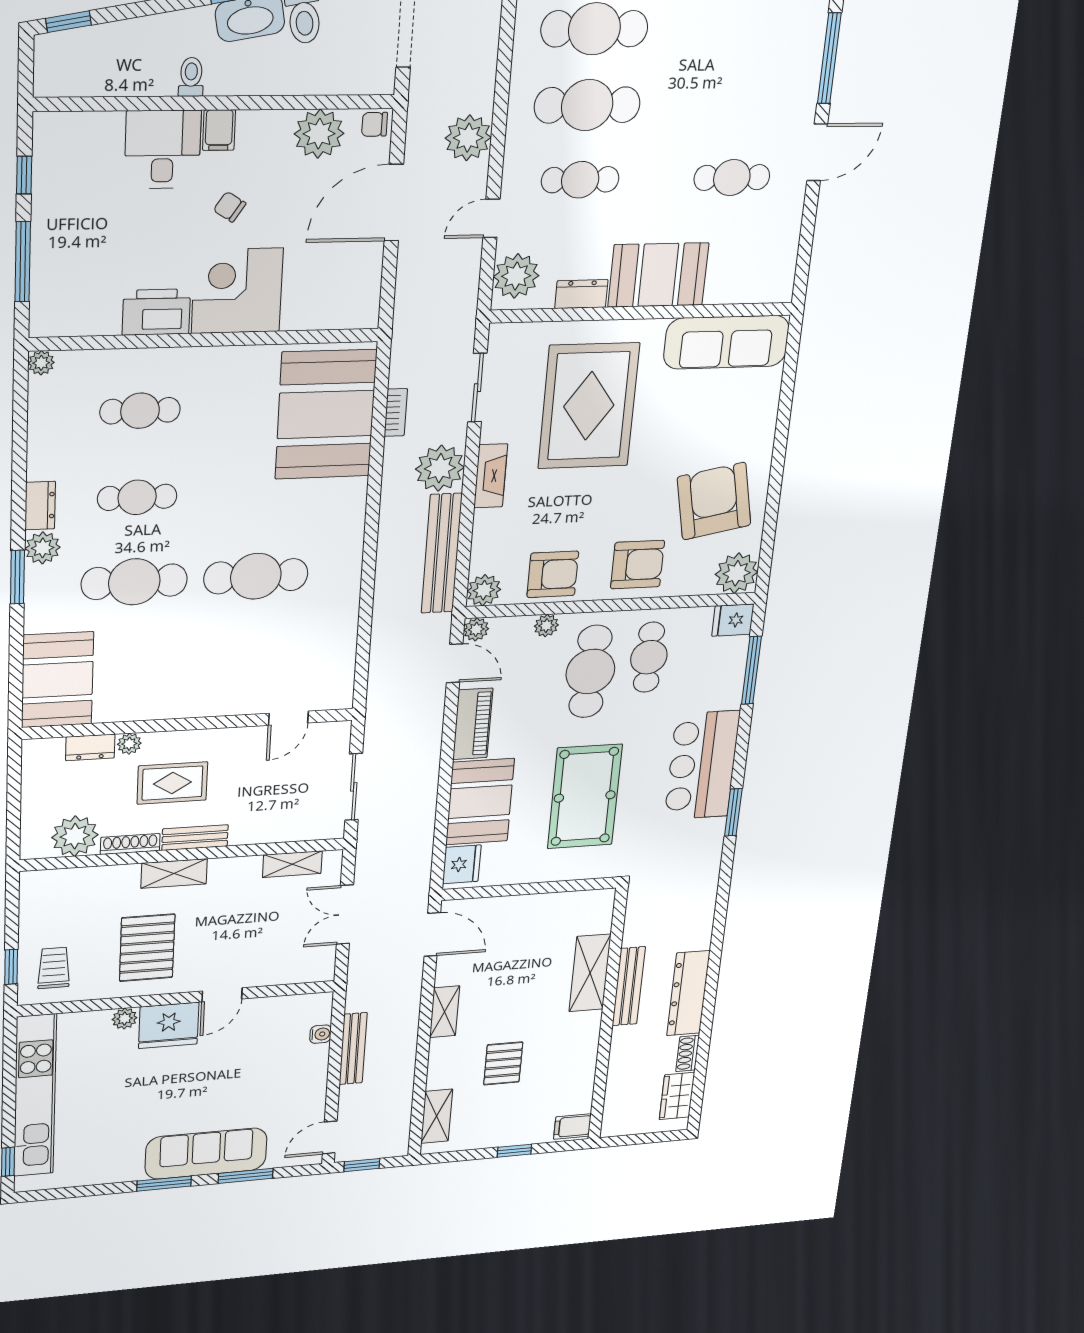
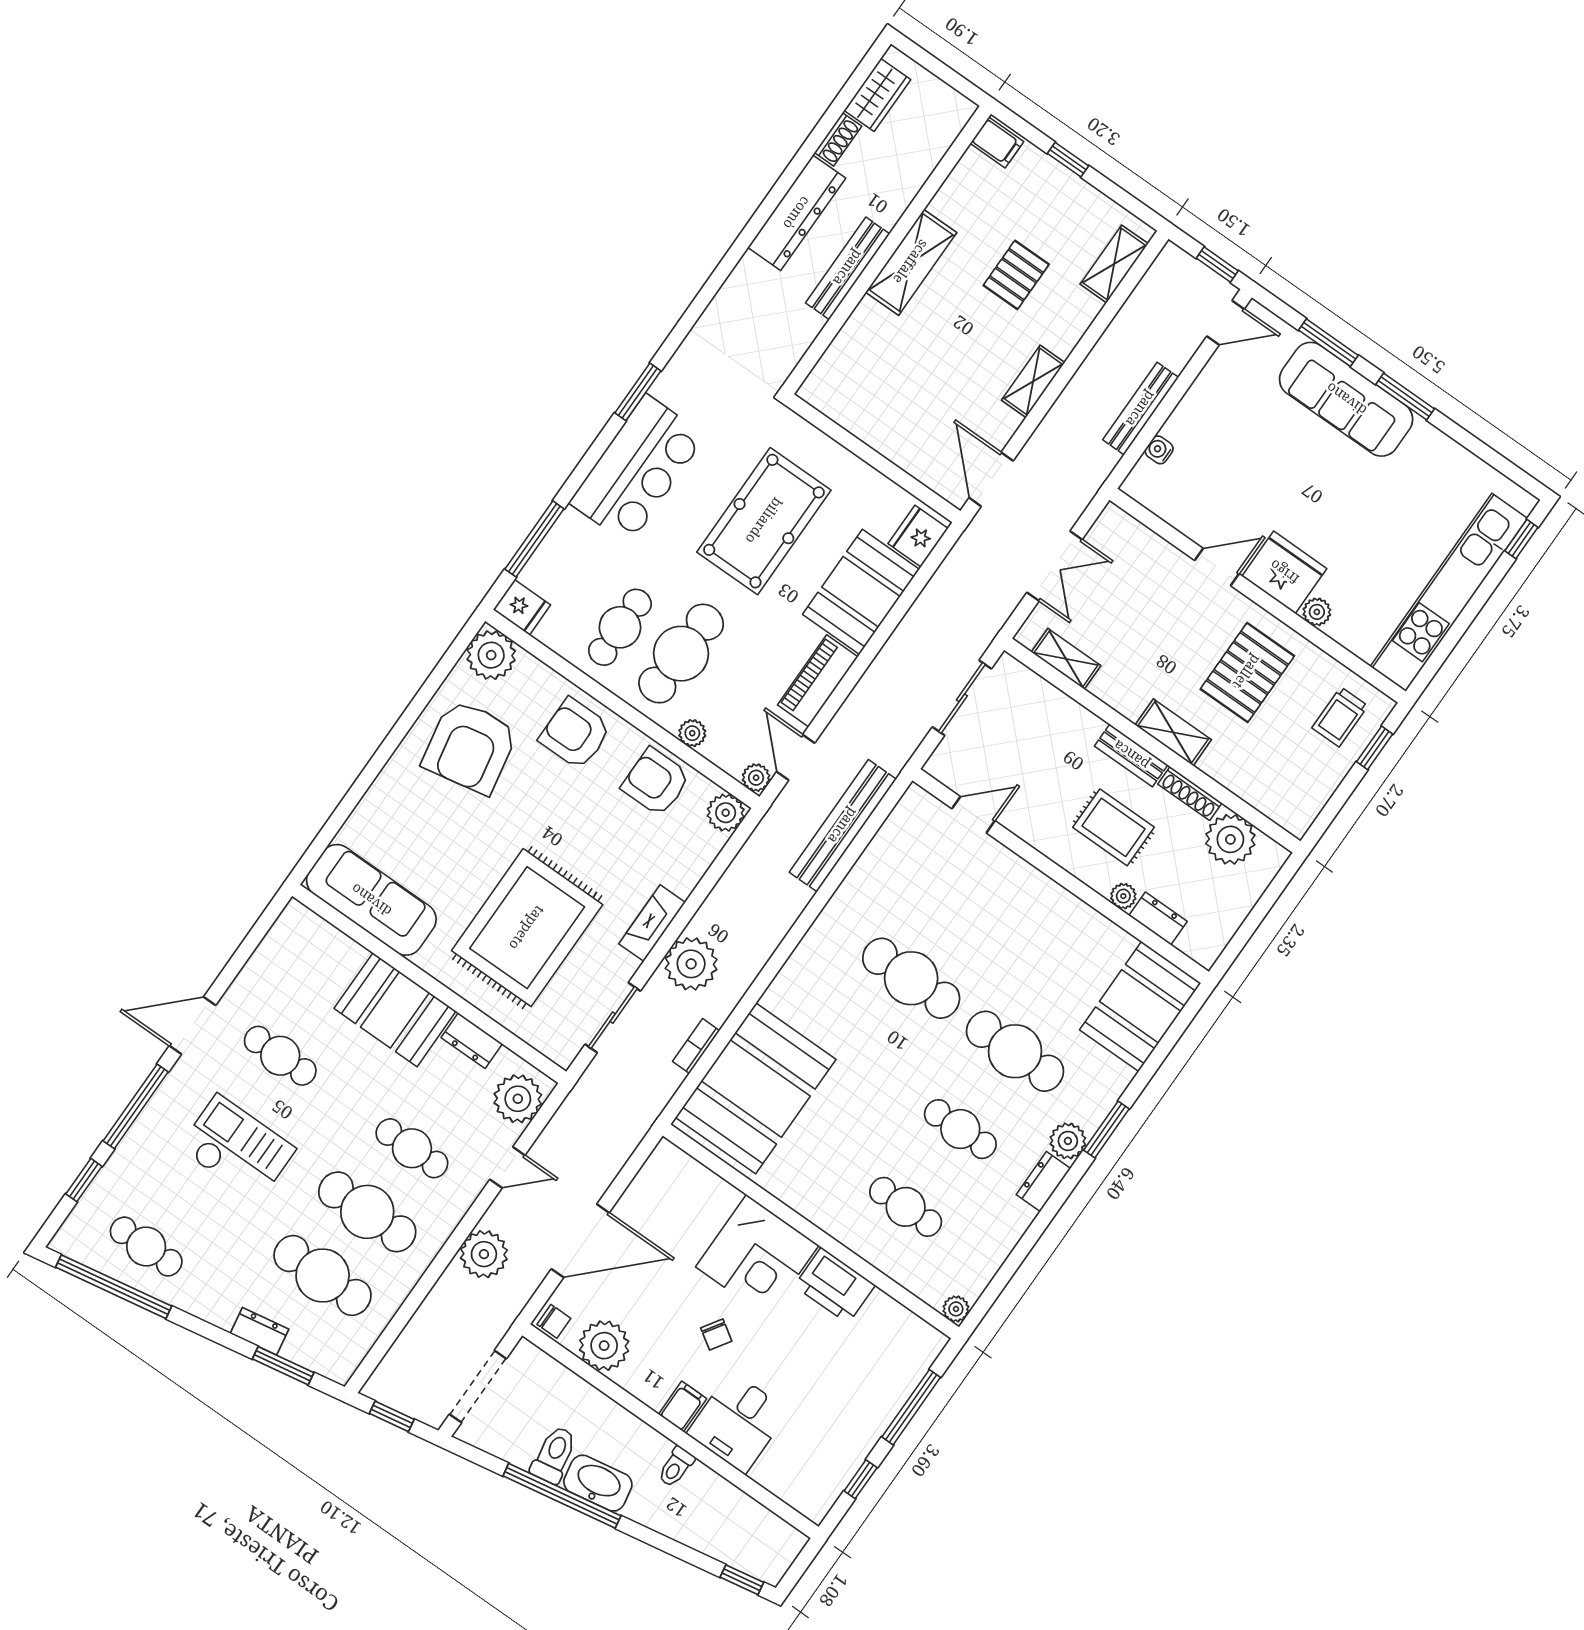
checkout: (726, 82) -> (237, 1149), added
bench: (442, 553) -> (843, 826), moved
shelving: (590, 973) -> (911, 262), moved

